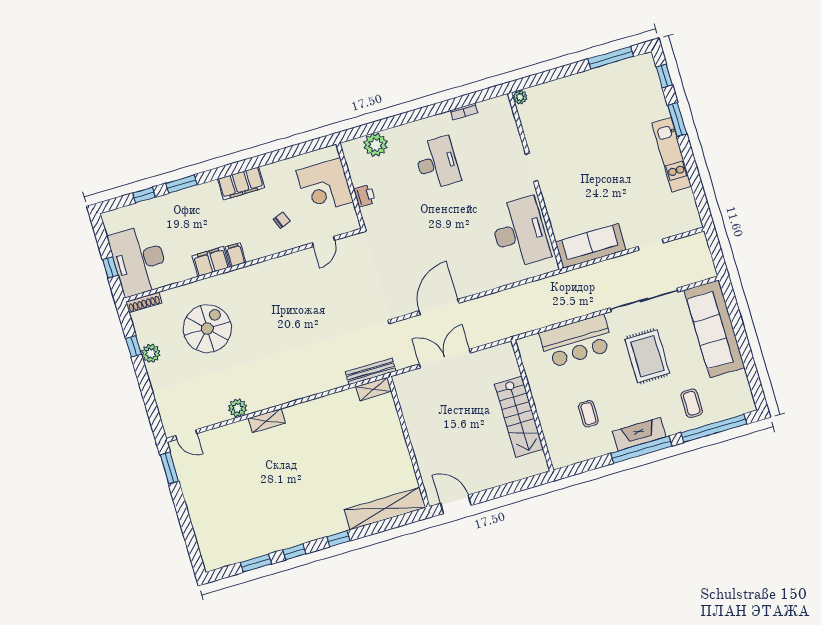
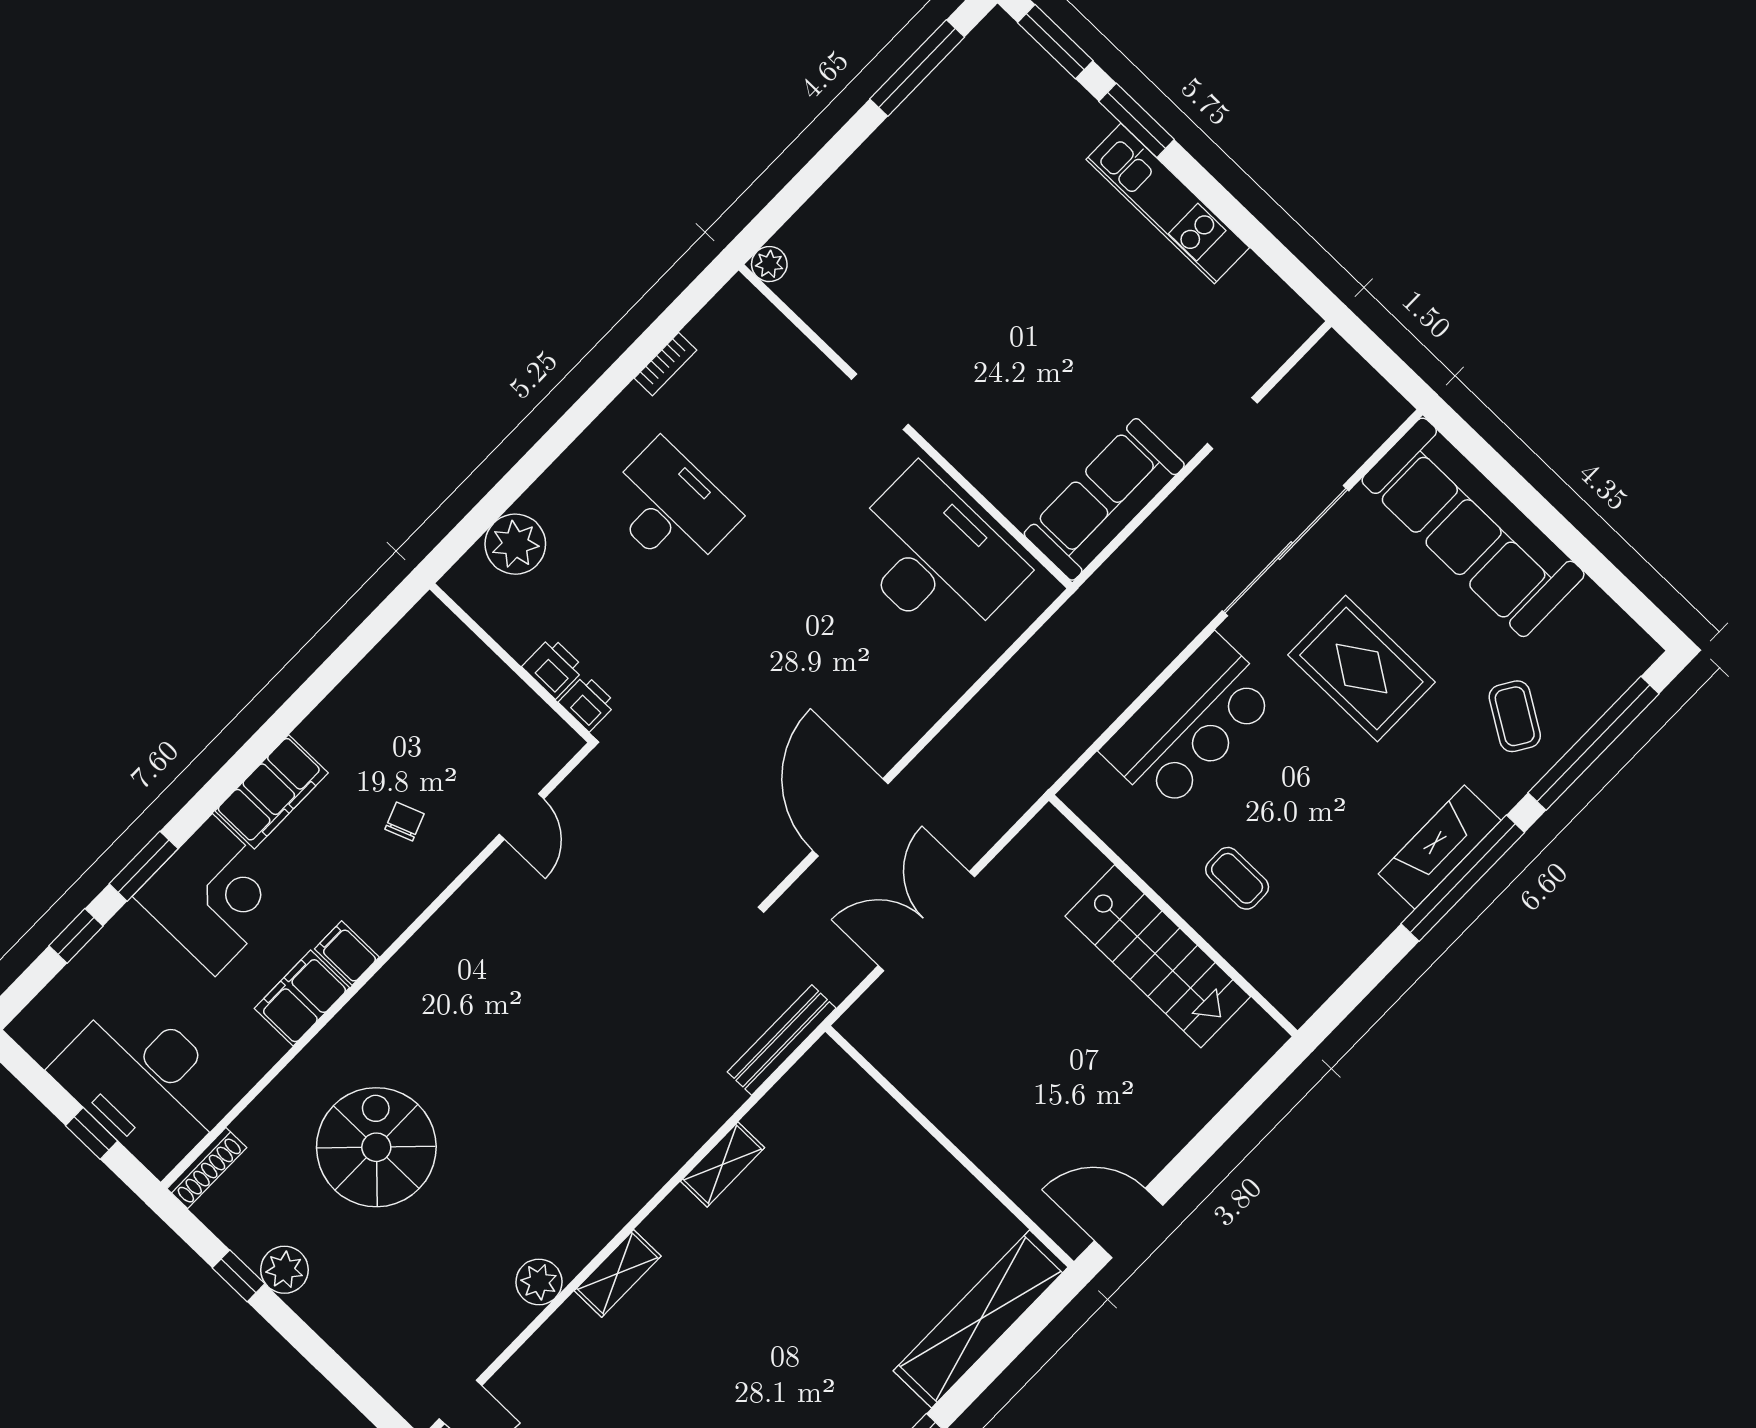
window: (664, 76) -> (1055, 42), width x1.50
corner desk: (325, 186) -> (214, 895), moved, turned -90
printer: (369, 215) -> (587, 703), added
shelving: (374, 389) -> (722, 1164), moved
coffee table: (692, 403) -> (1515, 716), turned 32
coffee table: (588, 414) -> (1237, 878), moved

